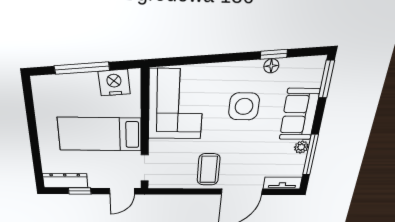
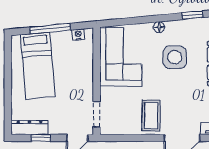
floor lamp: (271, 66) -> (159, 27), moved
nightstand: (114, 83) -> (78, 35), width x0.53, depth x0.56
bed: (100, 134) -> (38, 66), moved, turned -95

